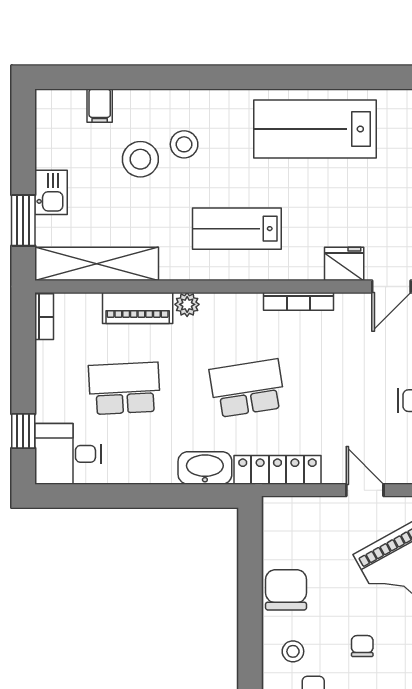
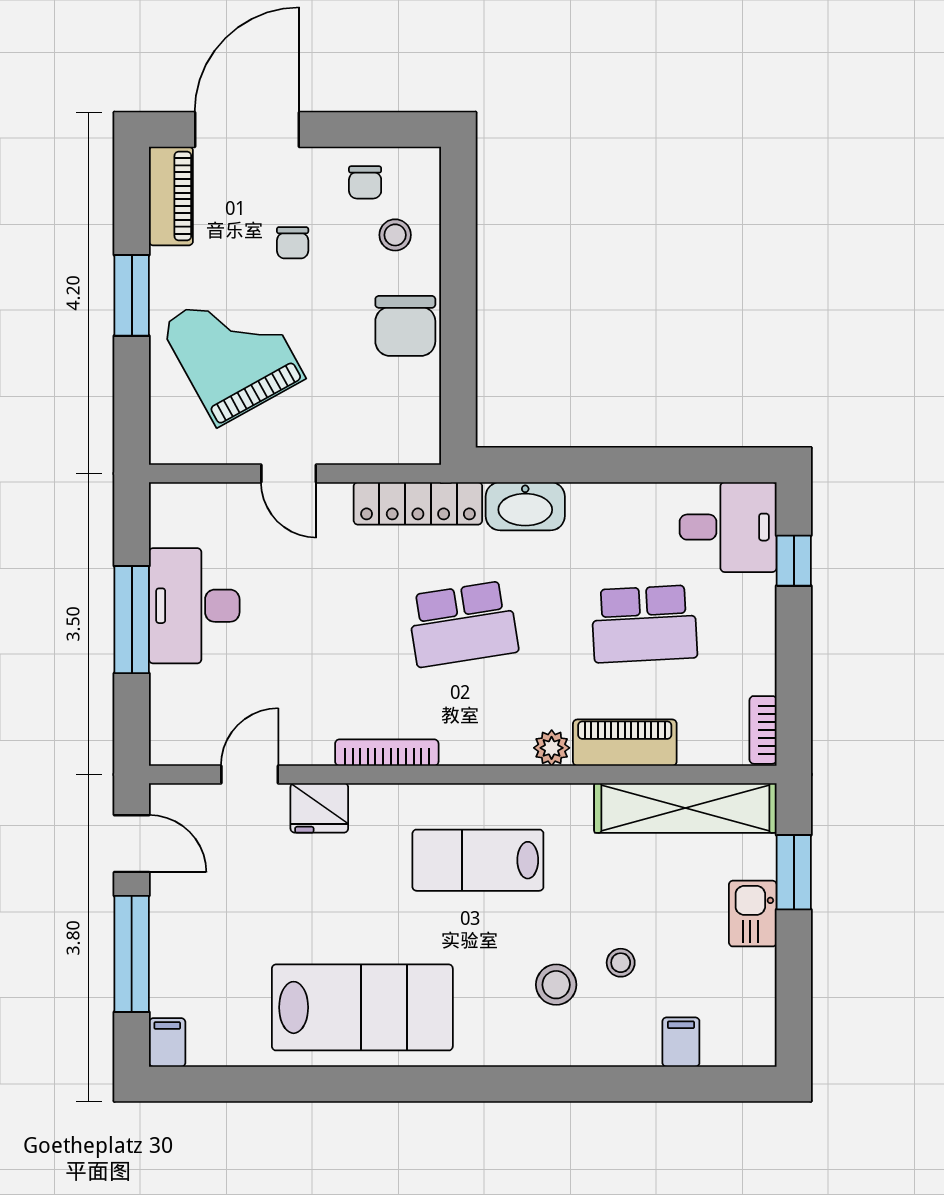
stool: (140, 159) -> (621, 963), width x0.53, depth x0.53
lab bench: (237, 229) -> (478, 860), turned 180

